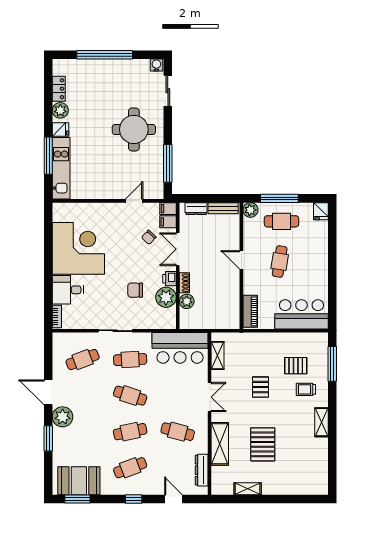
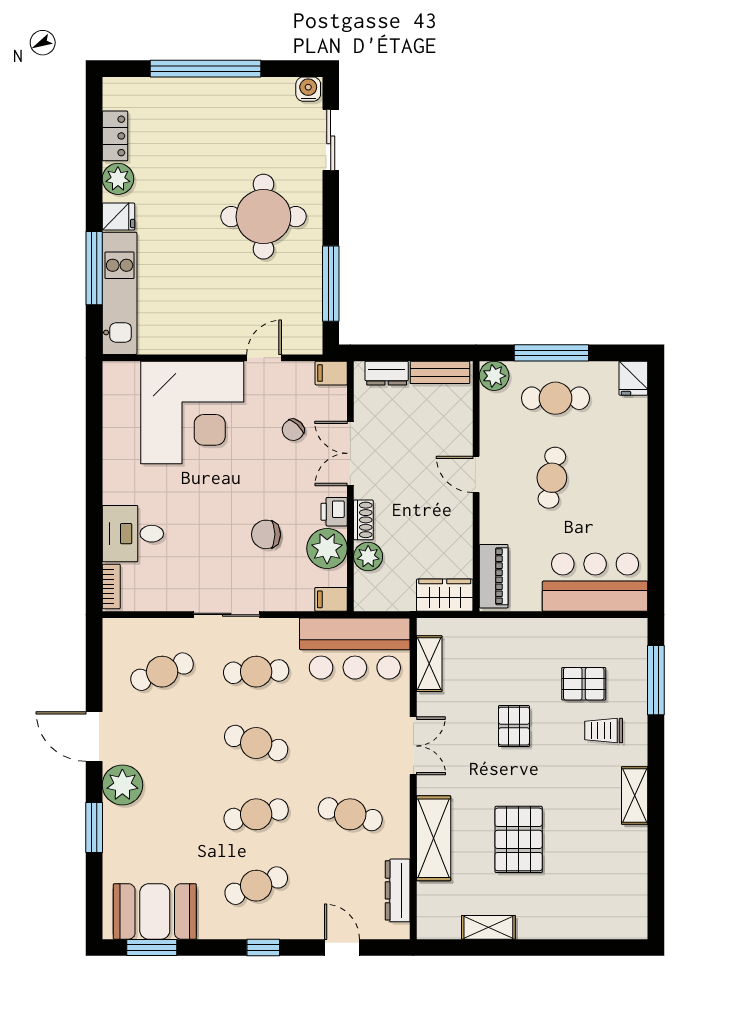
filing cabinet: (168, 222) -> (331, 599), moved
corner desk: (78, 248) -> (192, 412), moved, turned 90
wardrobe: (225, 321) -> (445, 595), added

